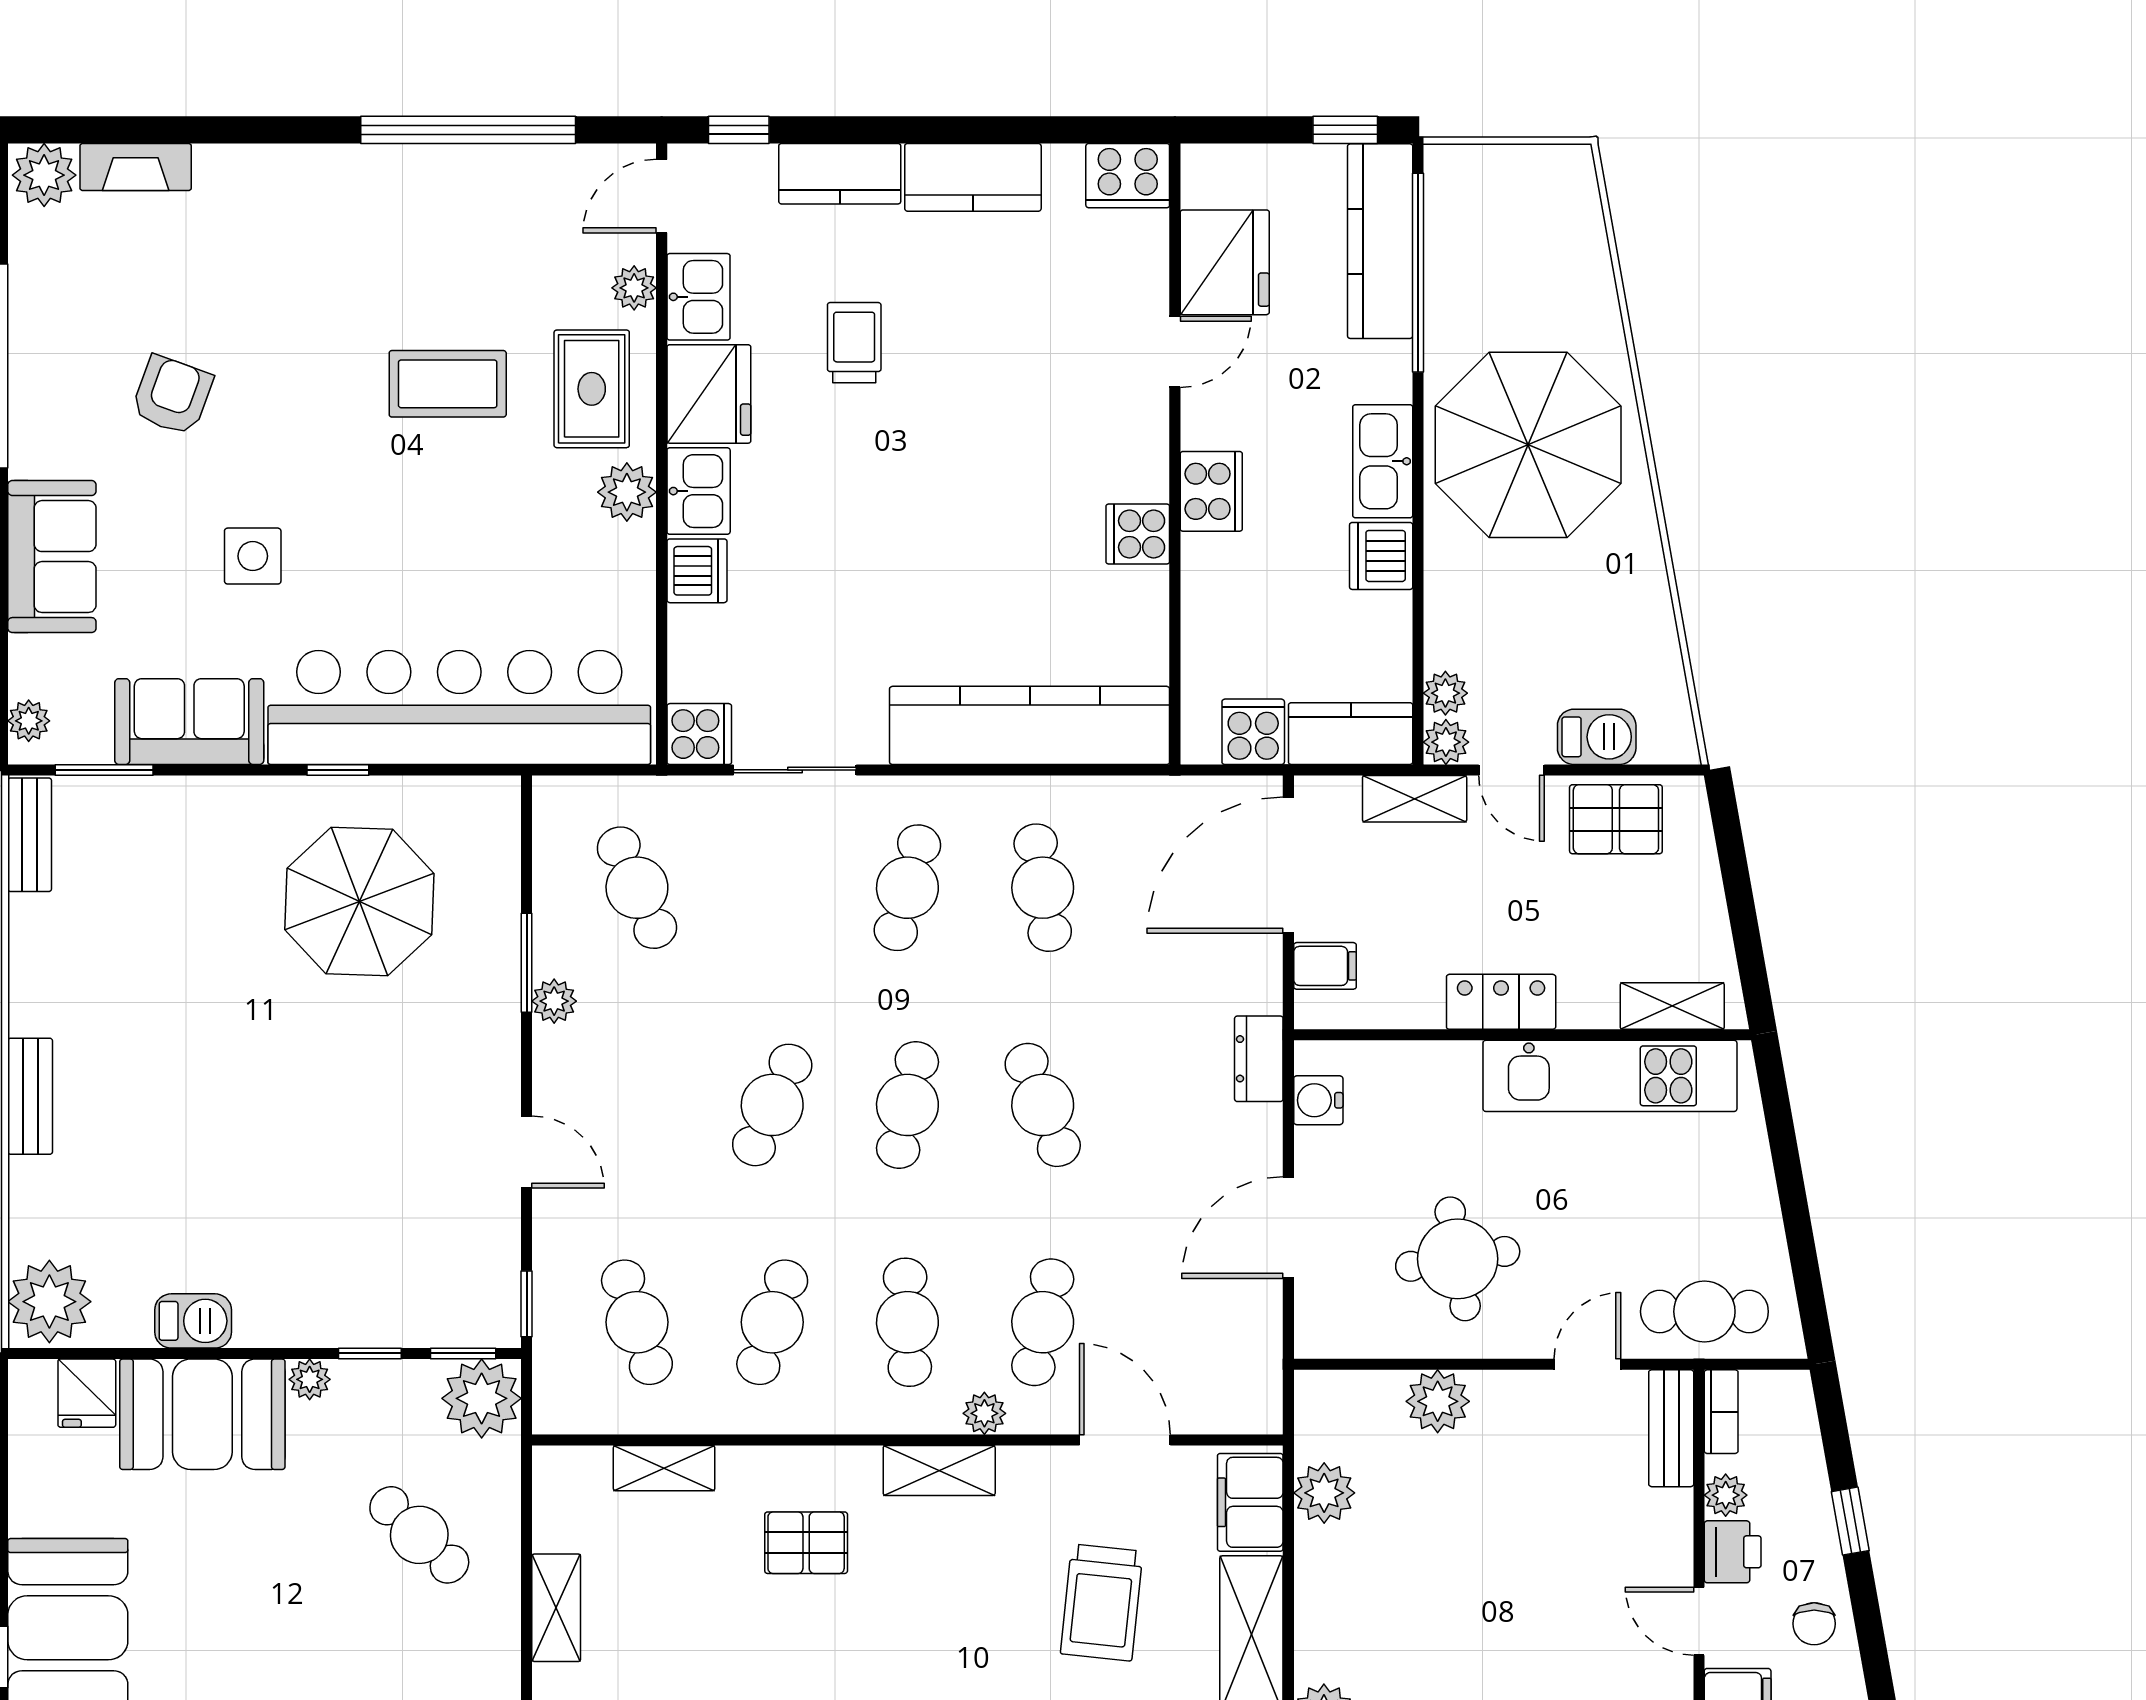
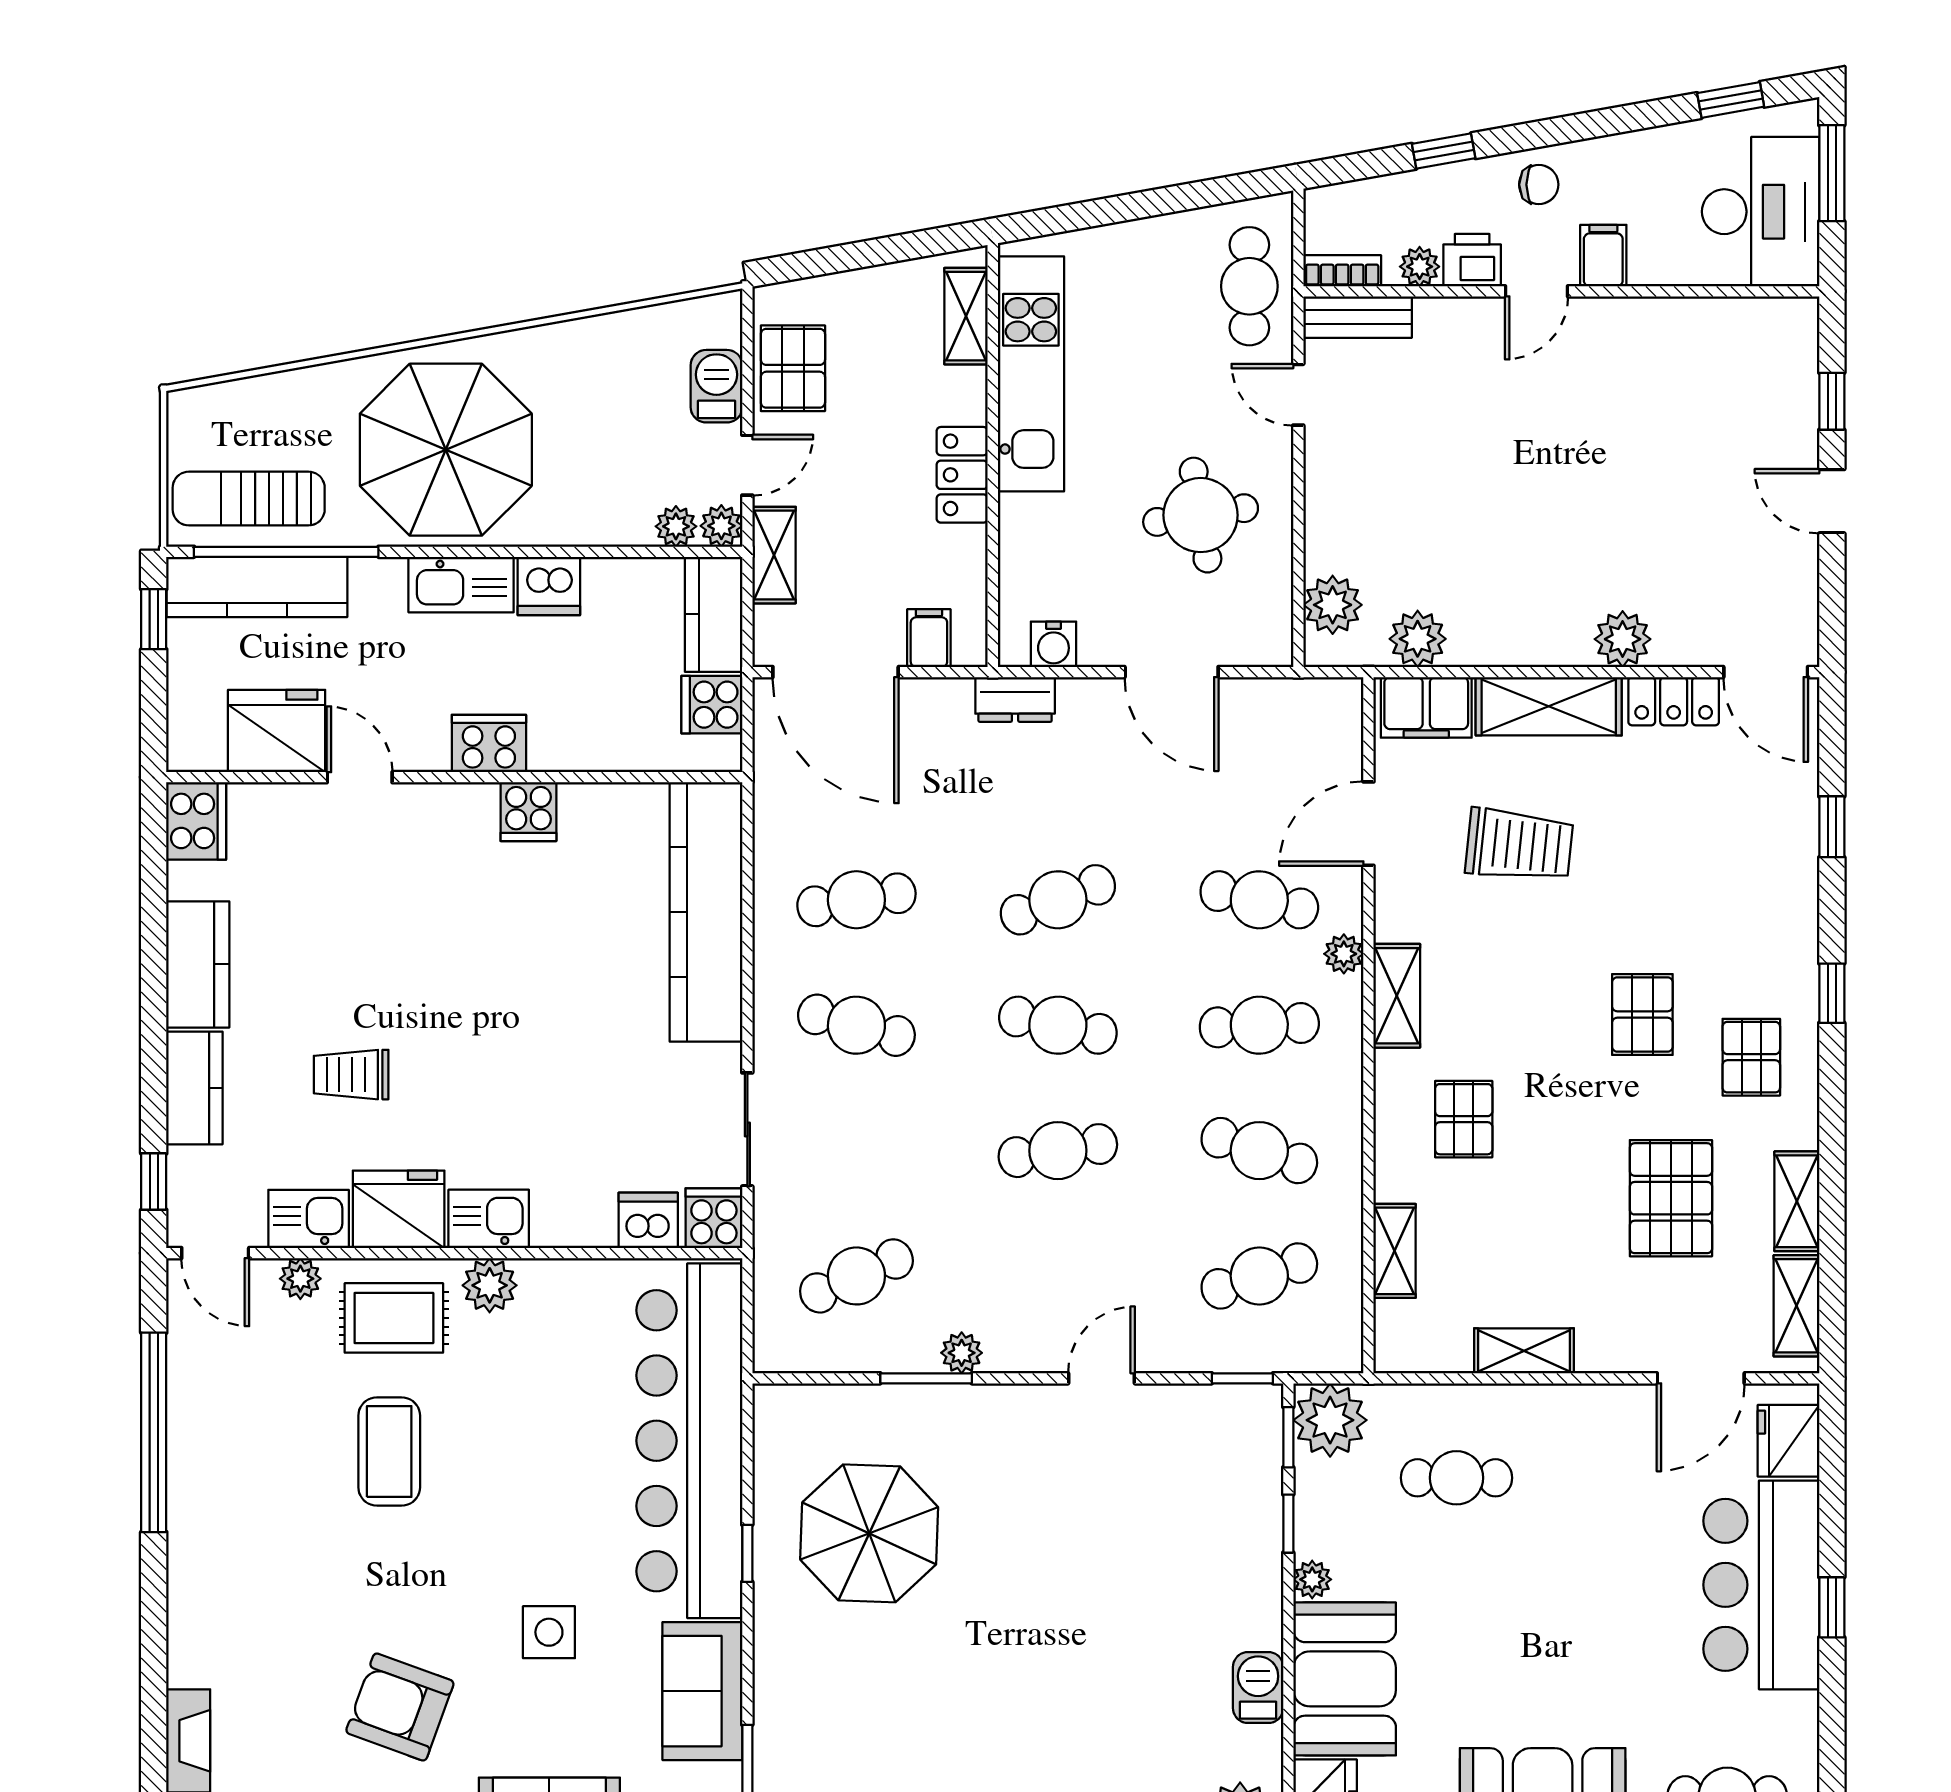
sun lounger: (1475, 232) -> (249, 499), added
armchair: (172, 395) -> (400, 1707), width x1.38, depth x1.38
dishwasher: (697, 571) -> (648, 1220), moved
cafe table: (772, 1105) -> (1058, 1151), turned -33
plant: (1438, 1401) -> (1333, 605), moved
cafe table: (419, 1535) -> (1456, 1478), turned 46

